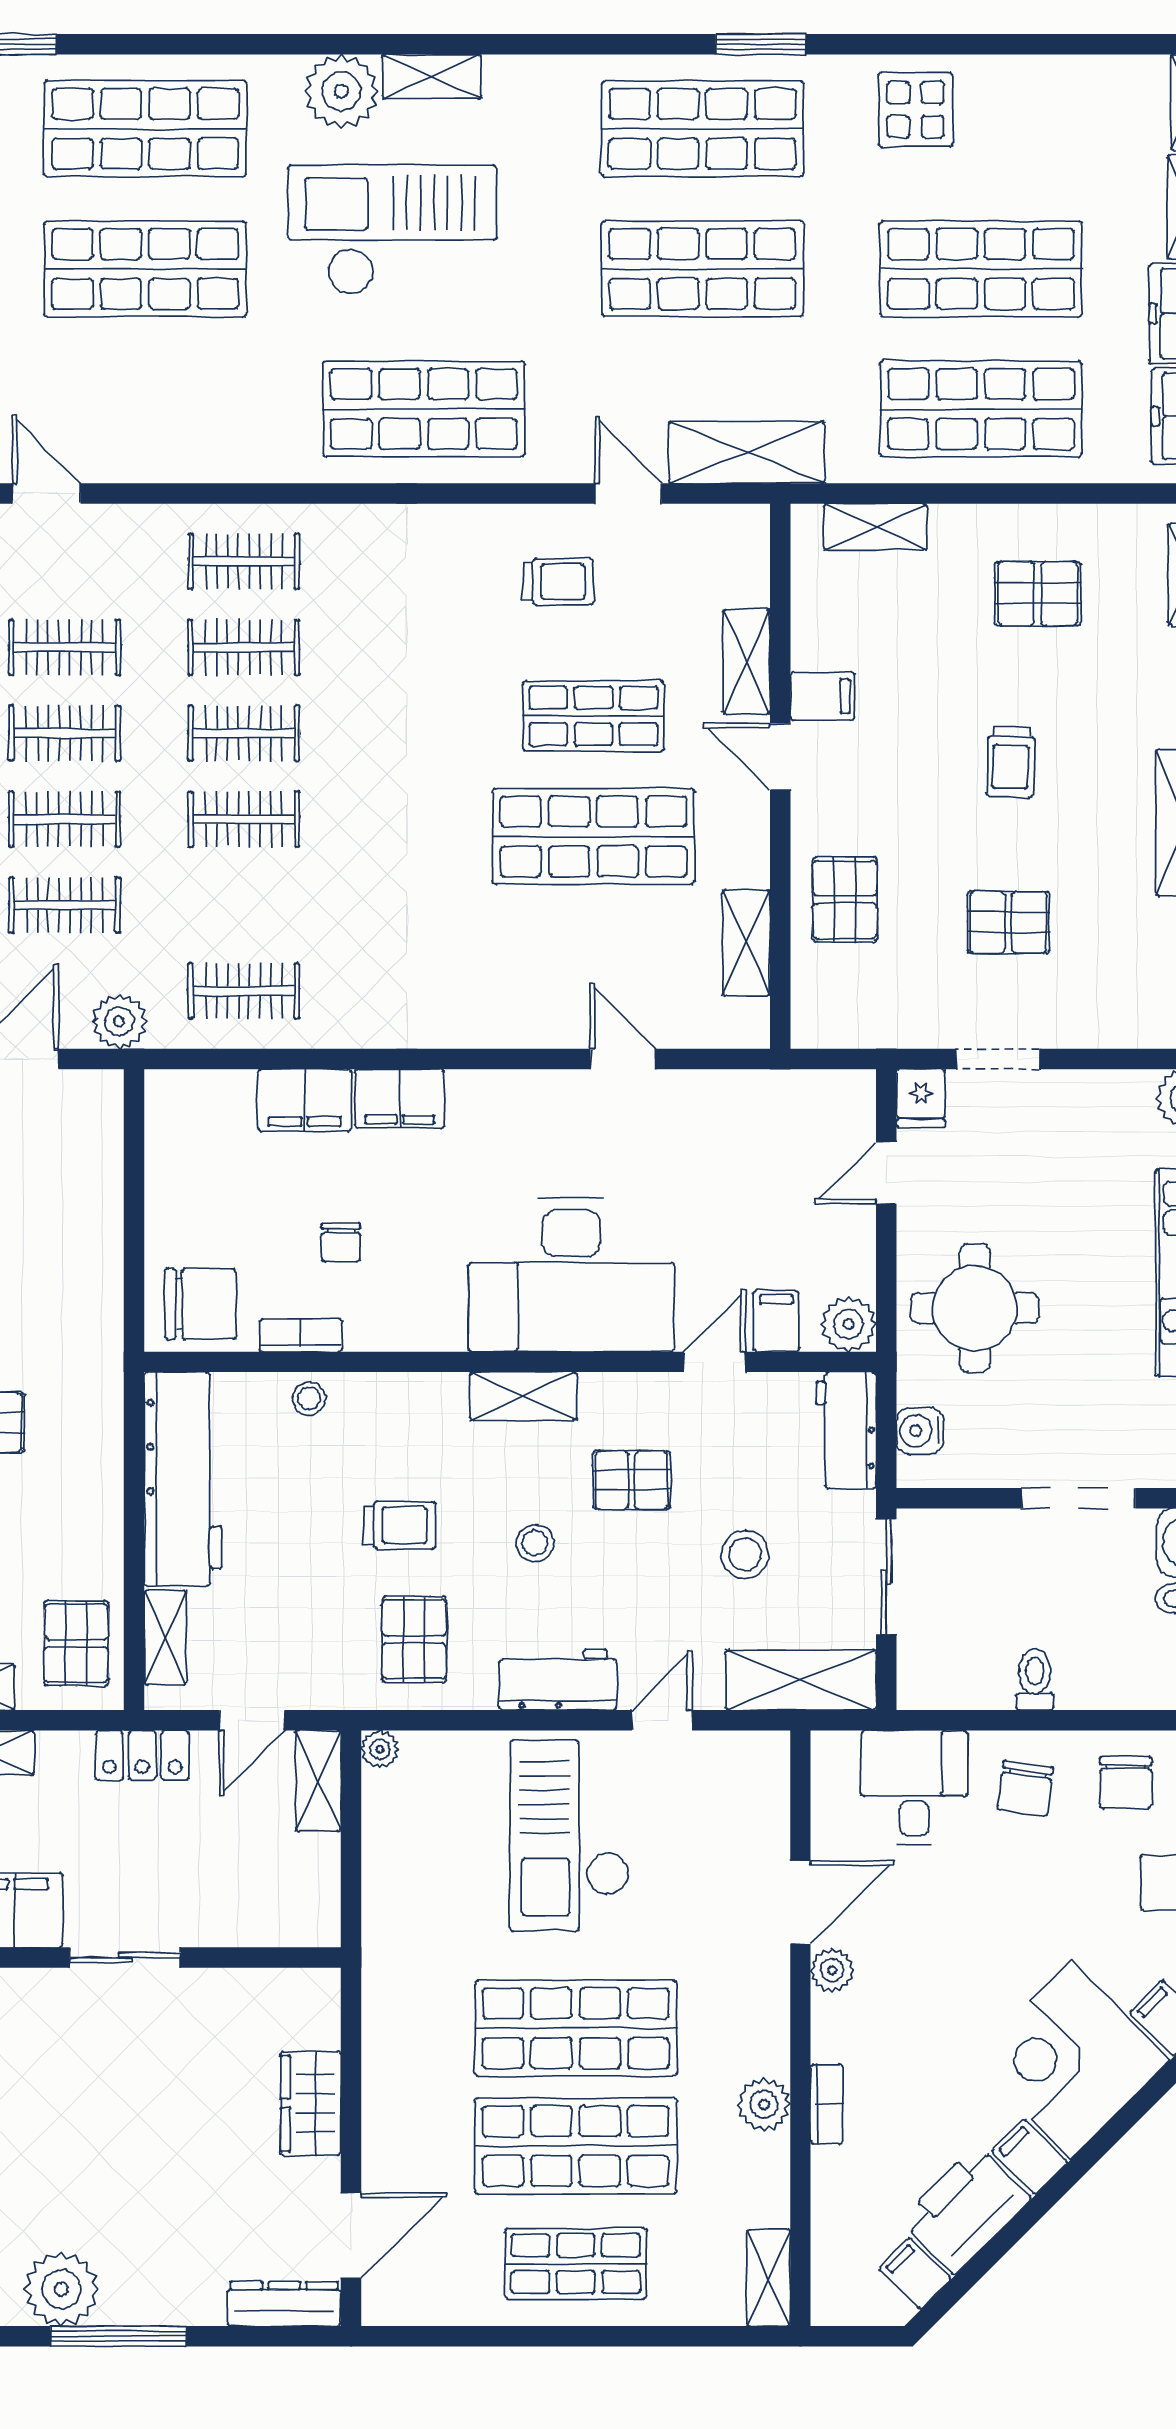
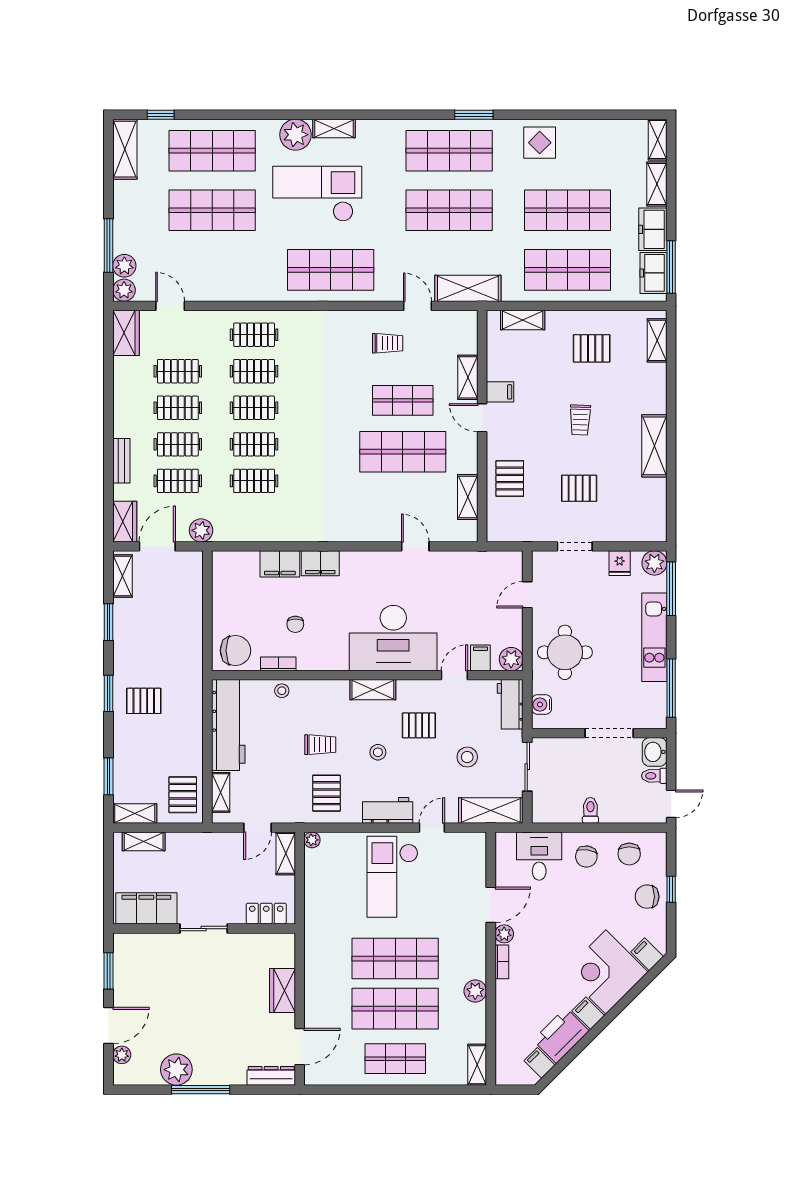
clothes rail: (244, 991) -> (254, 481), moved
fridge: (921, 1098) -> (620, 563), moved
locker: (142, 1755) -> (266, 914), moved, turned 180
bookcase: (827, 2104) -> (502, 962), moved

